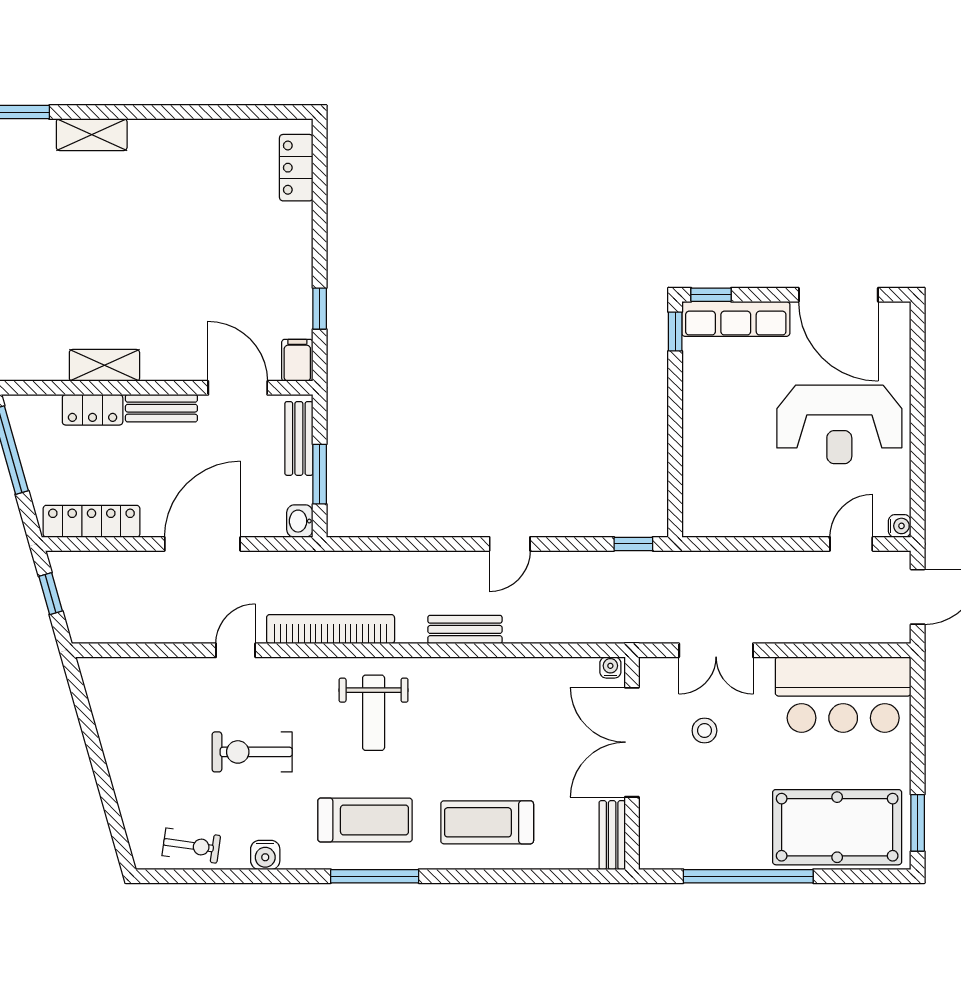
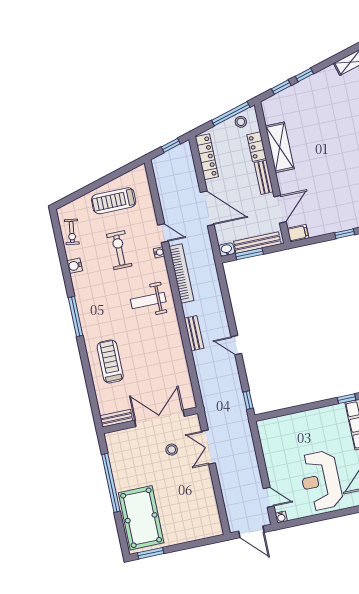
window: (320, 309) -> (345, 234), moved
shelving: (104, 365) -> (280, 147), width x1.50, depth x1.33
stool: (32, 432) -> (241, 122), added
bench: (299, 438) -> (257, 243), width x1.36
water cooler: (610, 667) -> (159, 252), moved
bar counter: (843, 695) -> (201, 508), removed
treadmill: (365, 820) -> (114, 201), moved, turned 90

